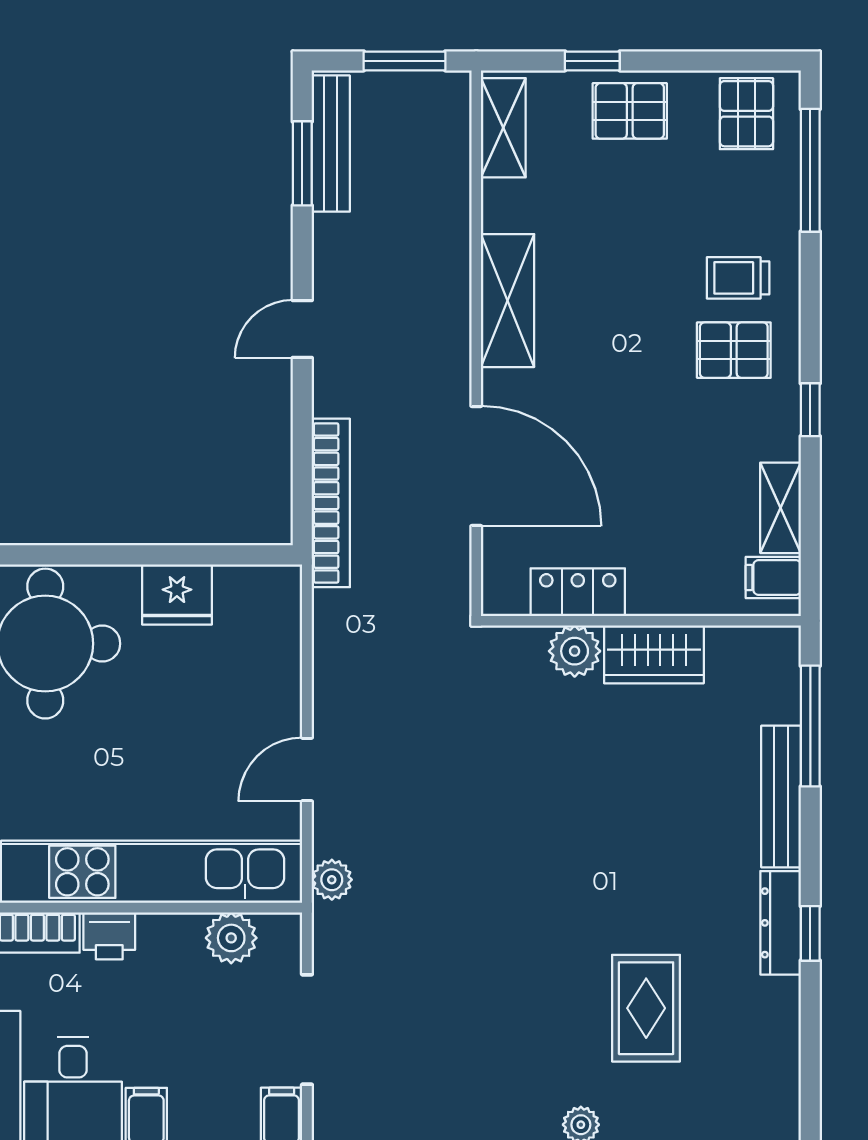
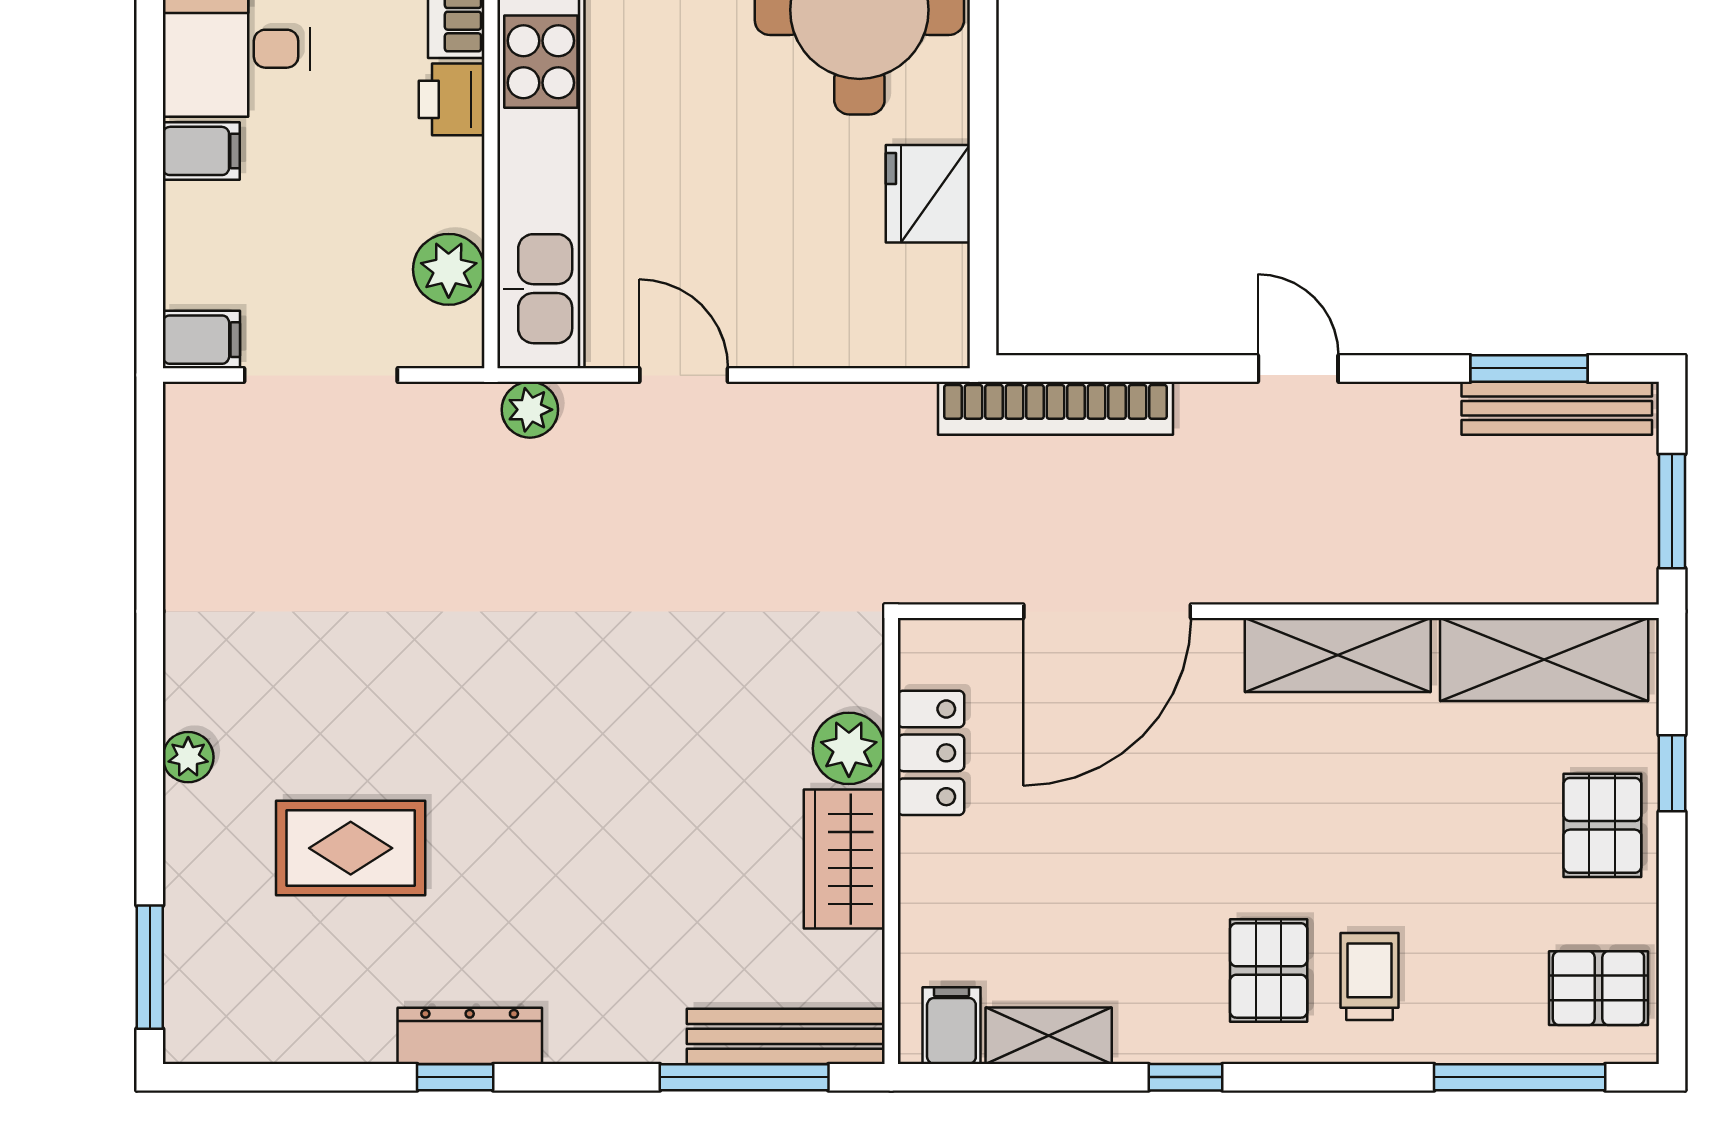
shelving: (503, 128) -> (1544, 659), width x1.50, depth x1.33
bench: (781, 797) -> (786, 1036), moved

